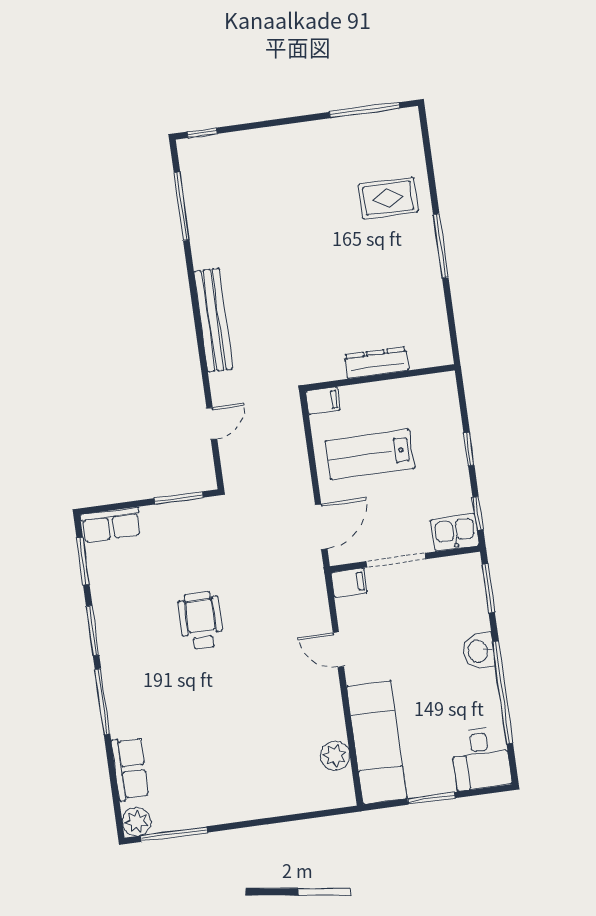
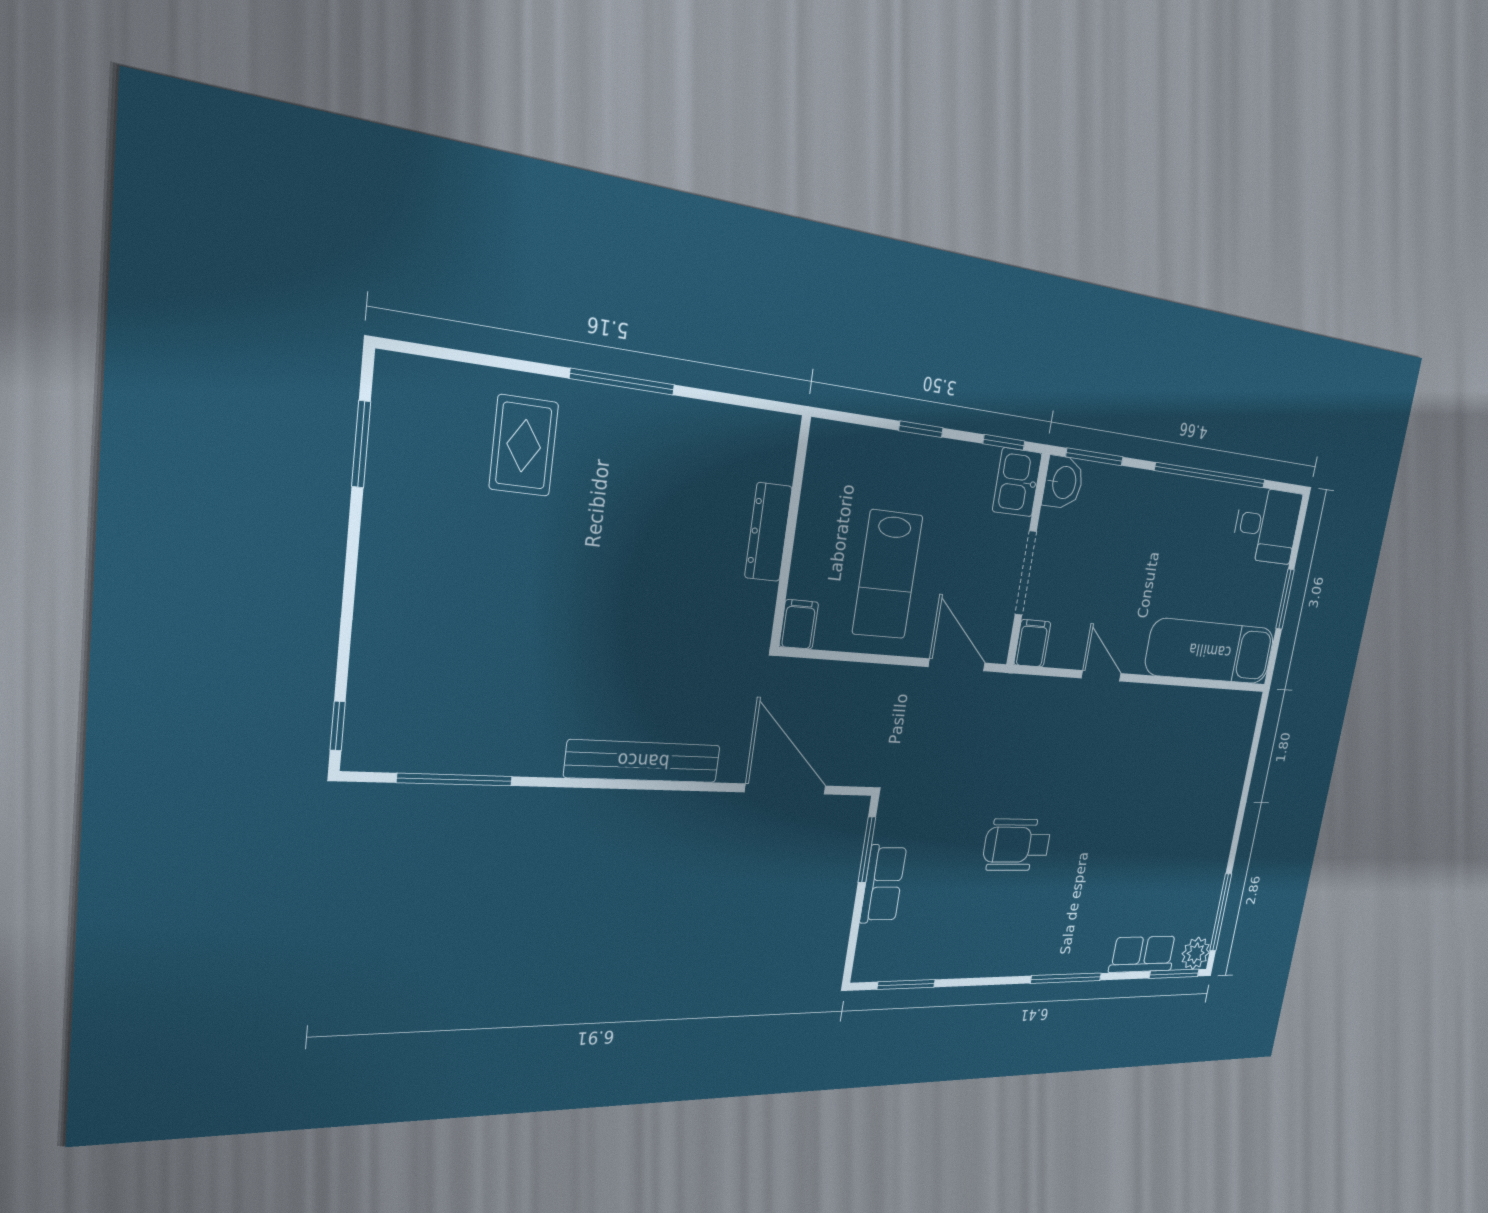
window: (365, 110) -> (361, 444), width x0.69
door: (212, 424) -> (785, 789), width x1.88
row of seats: (111, 525) -> (883, 884), moved
window: (93, 631) -> (1174, 974), moved
door: (338, 650) -> (1101, 676), swing flipped
washbasin: (479, 651) -> (1063, 482), moved, turned -90
plant: (335, 756) -> (1207, 706), removed

